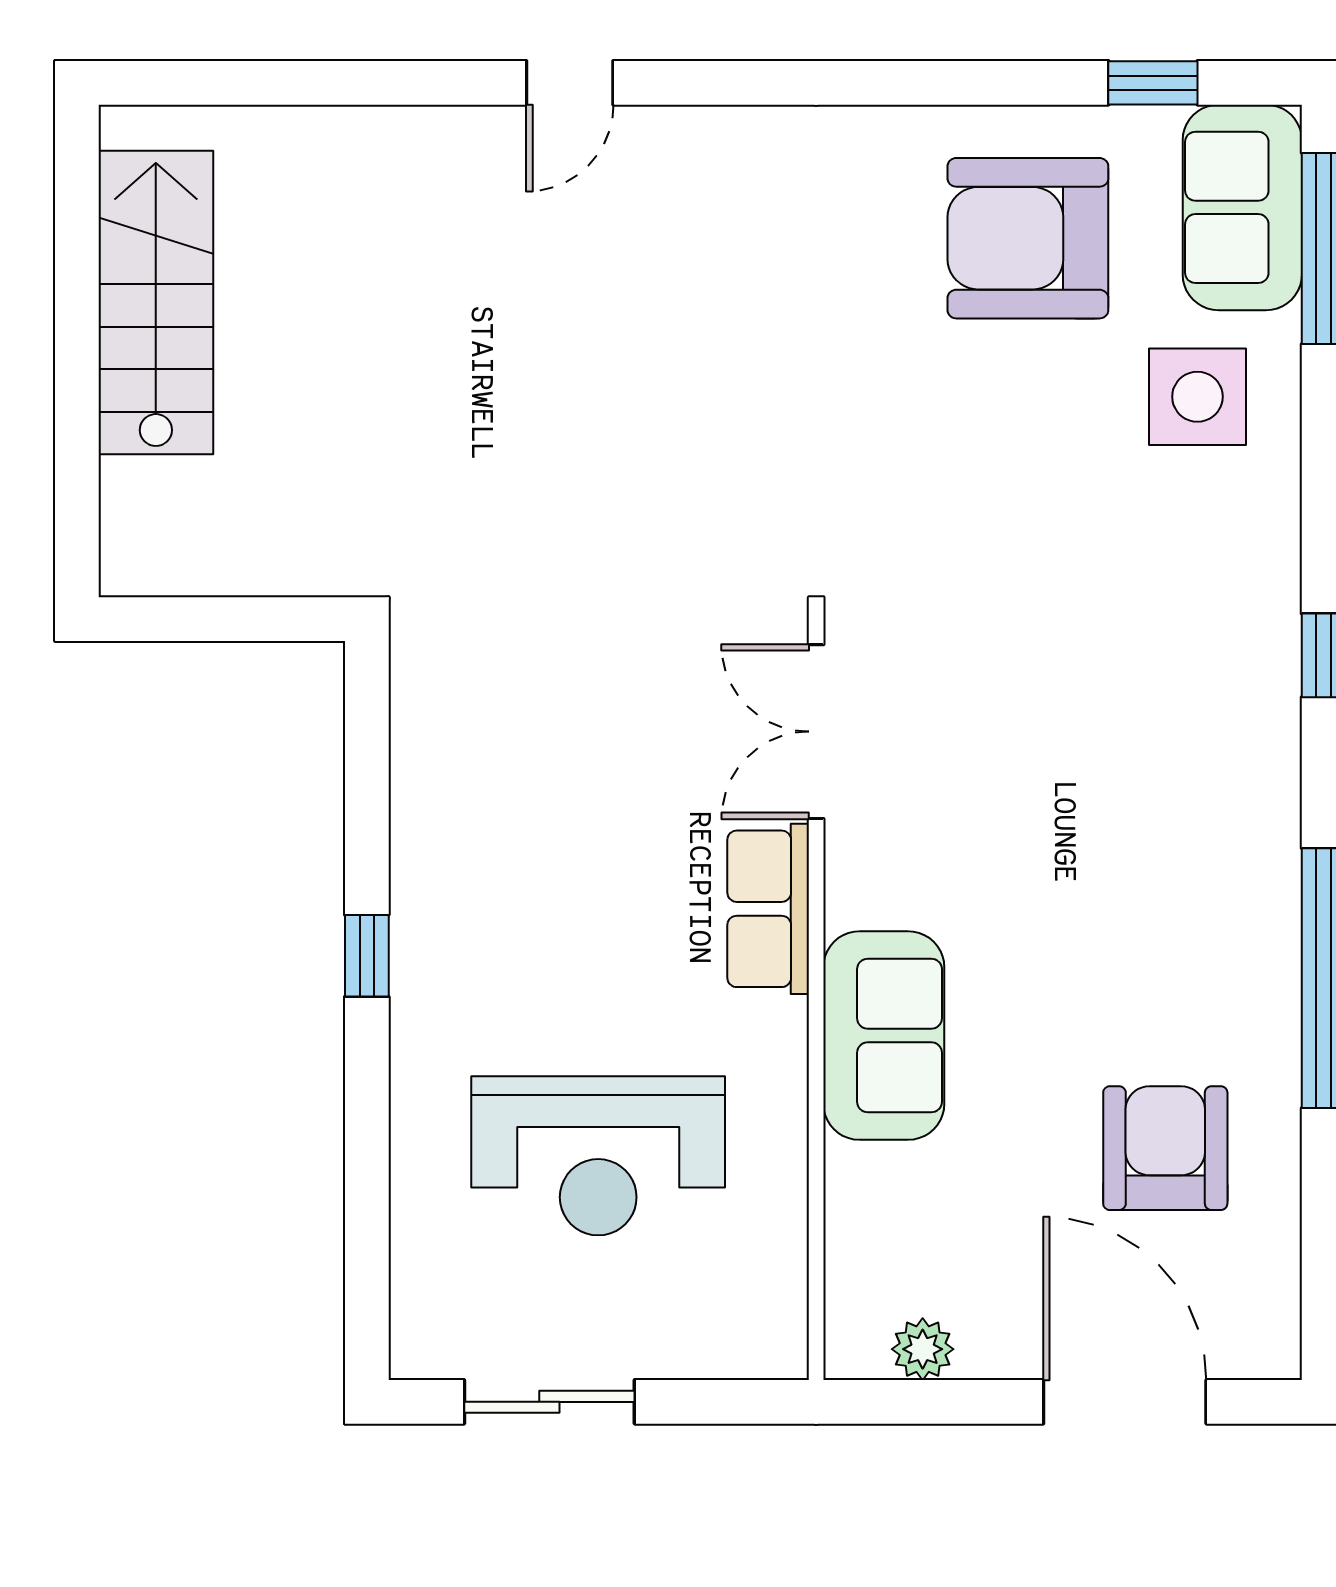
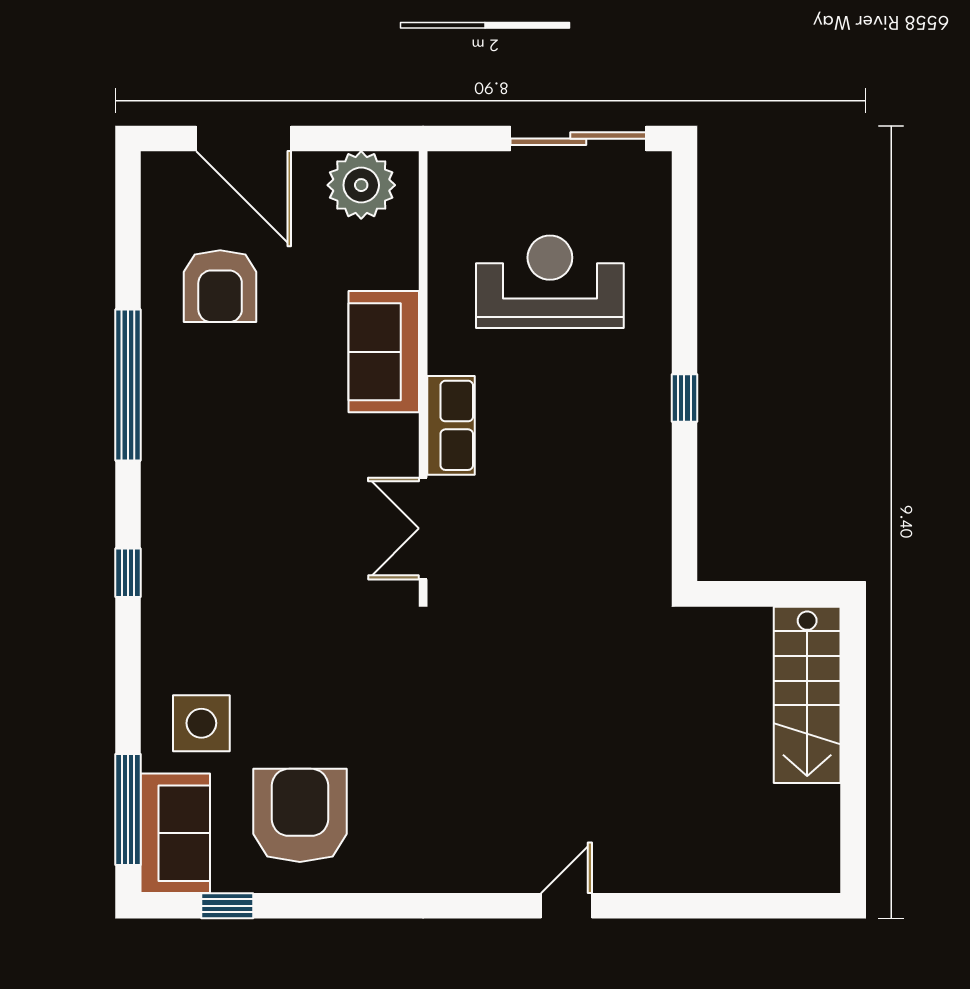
armchair: (1028, 238) -> (300, 815), turned -90
stairs: (156, 303) -> (807, 695), moved
double door: (816, 732) -> (423, 528), swing flipped
plant: (923, 1349) -> (361, 185), width x1.88, depth x1.88
sliding door: (549, 1402) -> (578, 139), width x1.37

